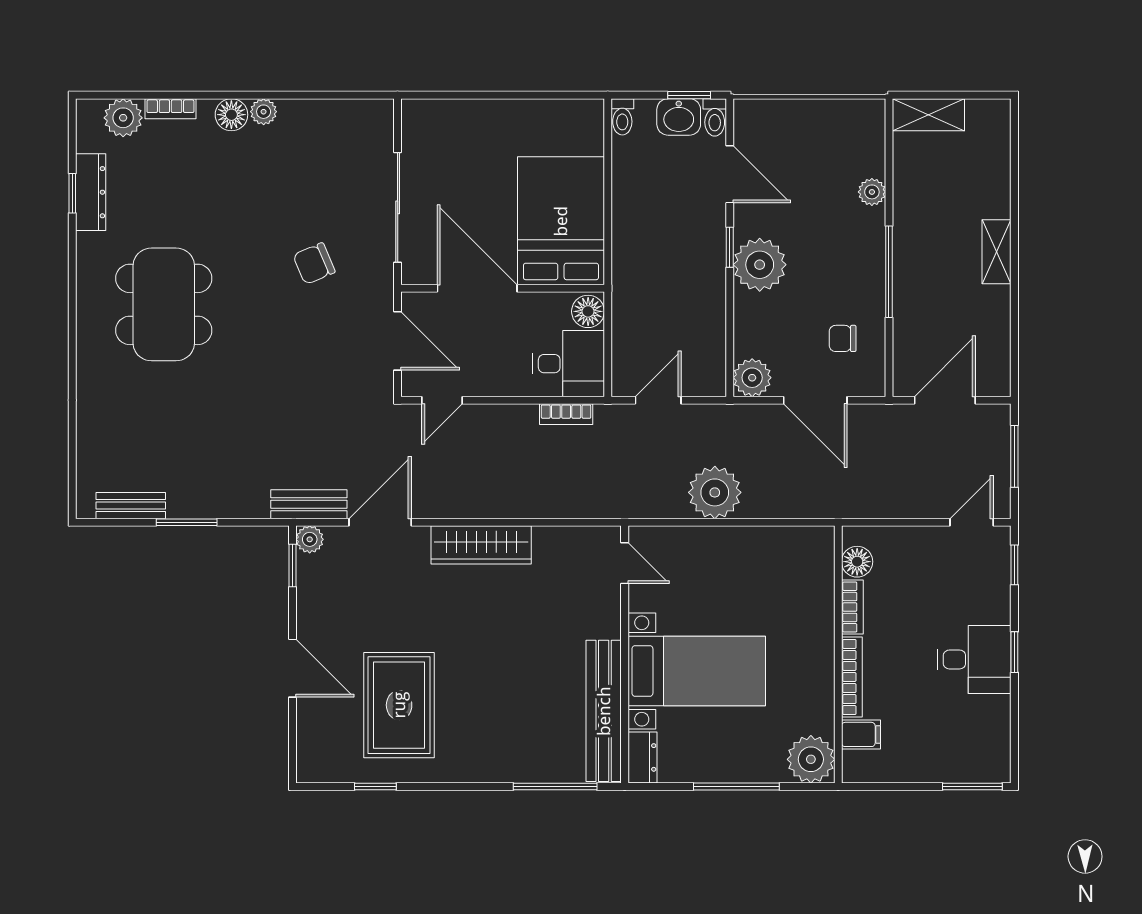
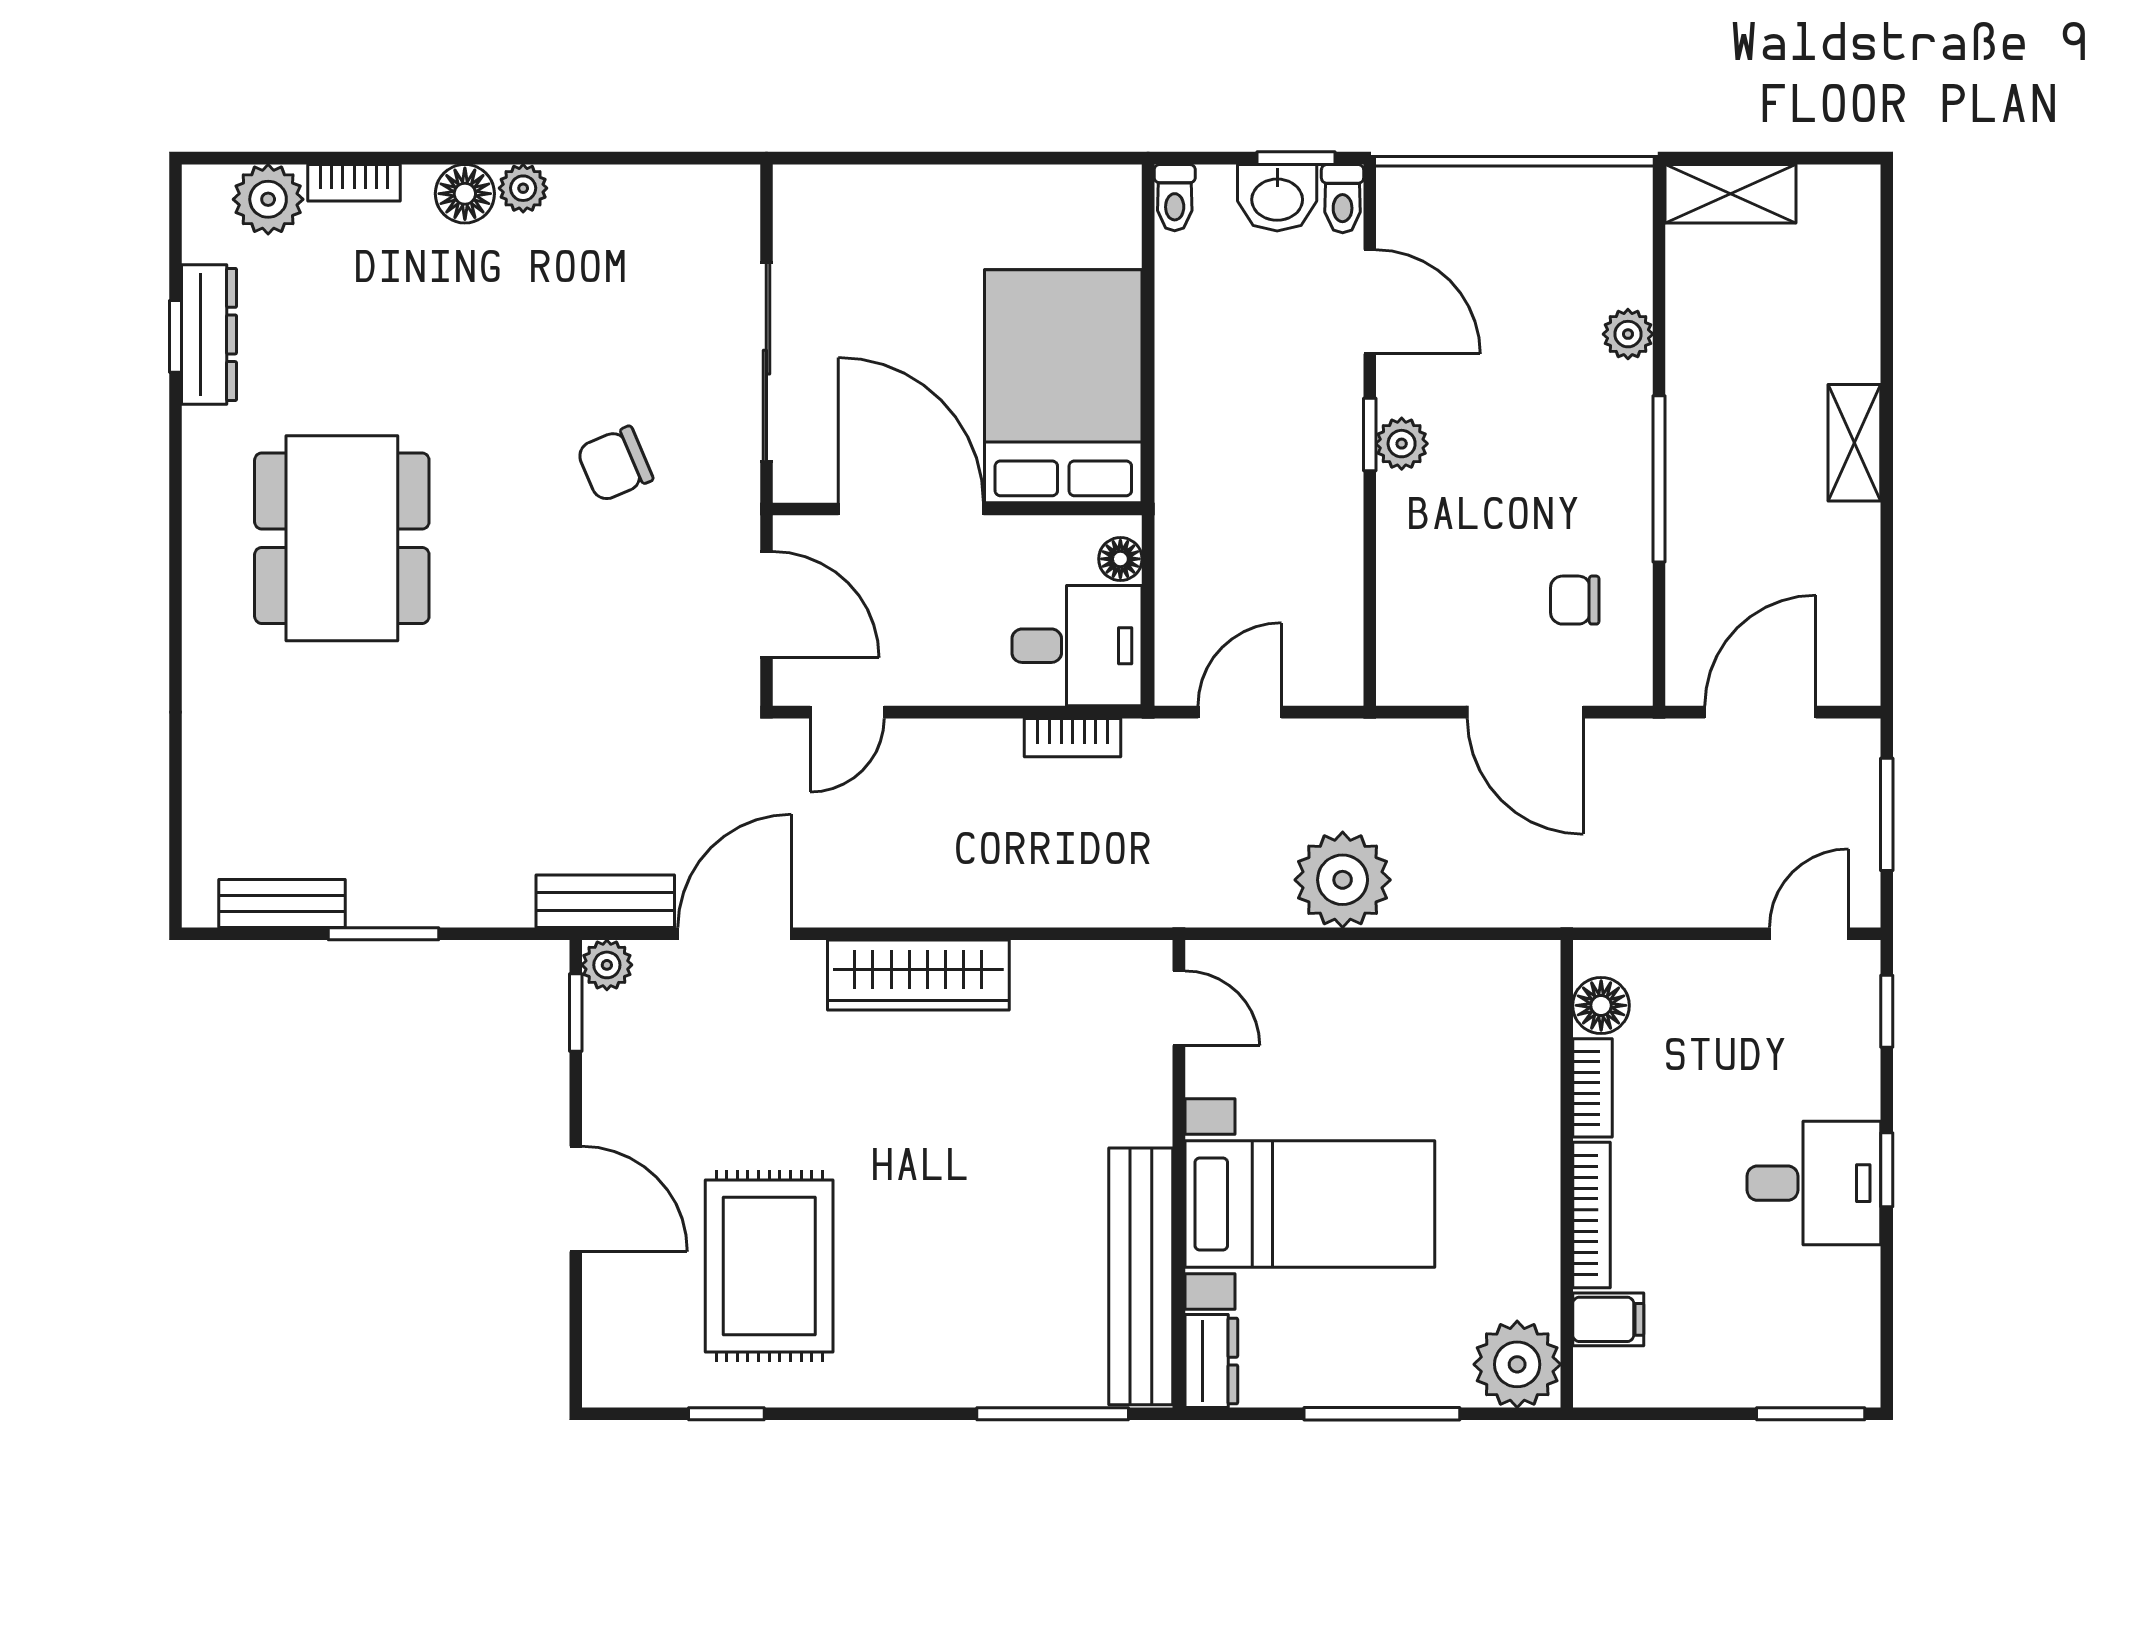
plant: (760, 265) -> (1402, 444), width x0.53, depth x0.53
floor lamp: (588, 311) -> (1120, 559), width x0.73, depth x0.73
plant: (752, 378) -> (1410, 671), removed

